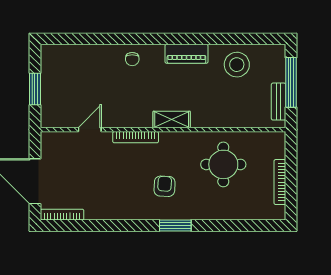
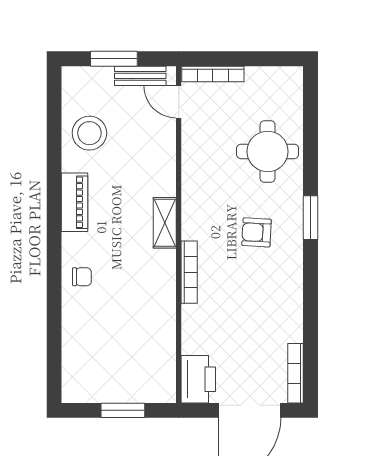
window: (291, 82) -> (114, 59), width x0.69
door: (90, 130) -> (179, 102), moved
printer: (58, 144) -> (198, 379), added
round table: (223, 164) -> (268, 151), moved
bookcase: (280, 182) -> (213, 74), moved

